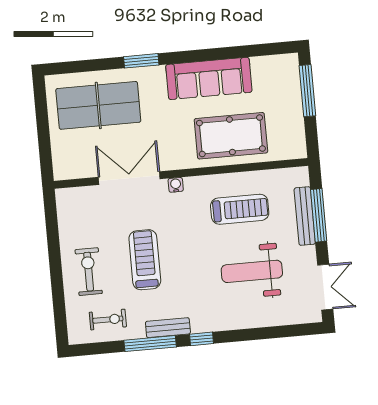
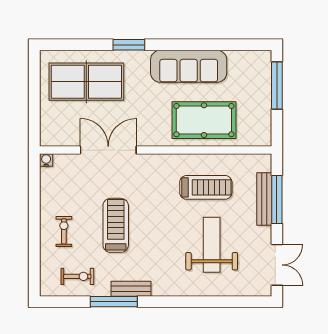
water cooler: (176, 185) -> (46, 160), moved
weight bench: (252, 271) -> (212, 245), turned 90
exercise bike: (89, 272) -> (64, 231), width x0.73, depth x0.72
window: (202, 339) -> (161, 302), removed

